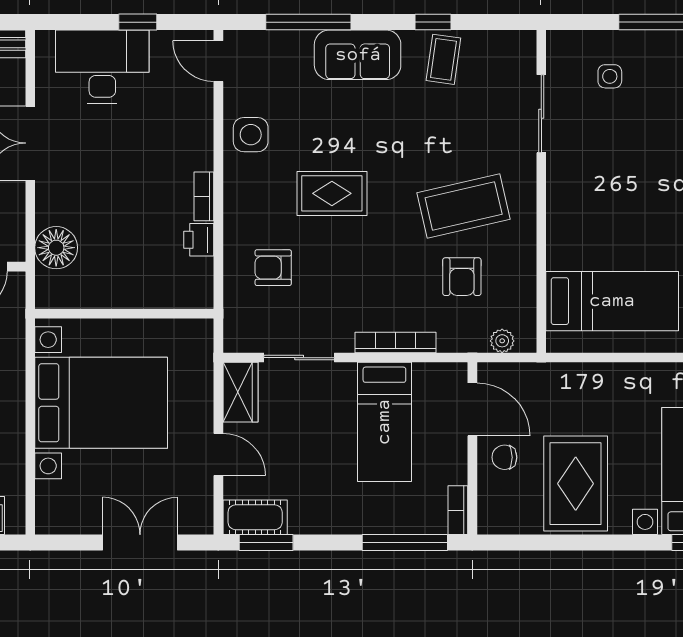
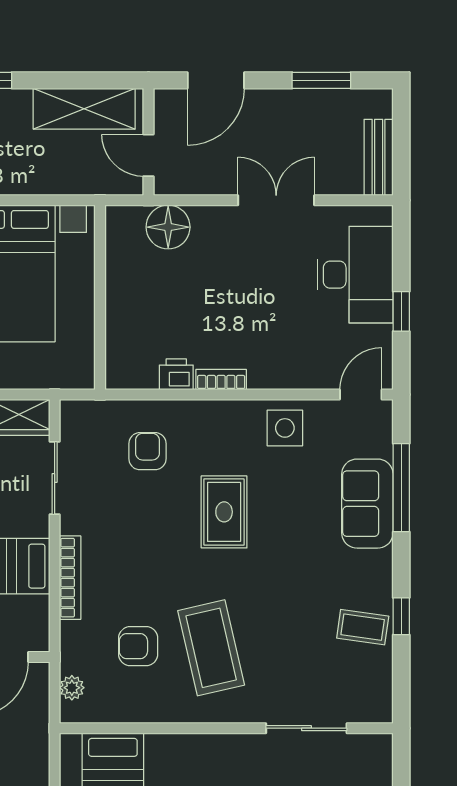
sofa: (358, 55) -> (367, 504), moved

